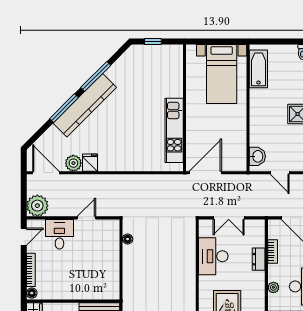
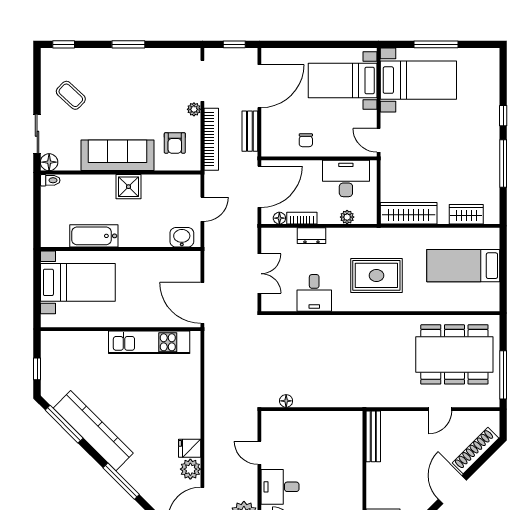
bathtub: (258, 69) -> (94, 236), moved
window: (96, 76) -> (64, 424), moved
kitchen counter: (85, 105) -> (93, 431), moved
floor lamp: (273, 234) -> (279, 218), added
desk: (213, 256) -> (314, 293), width x0.73

